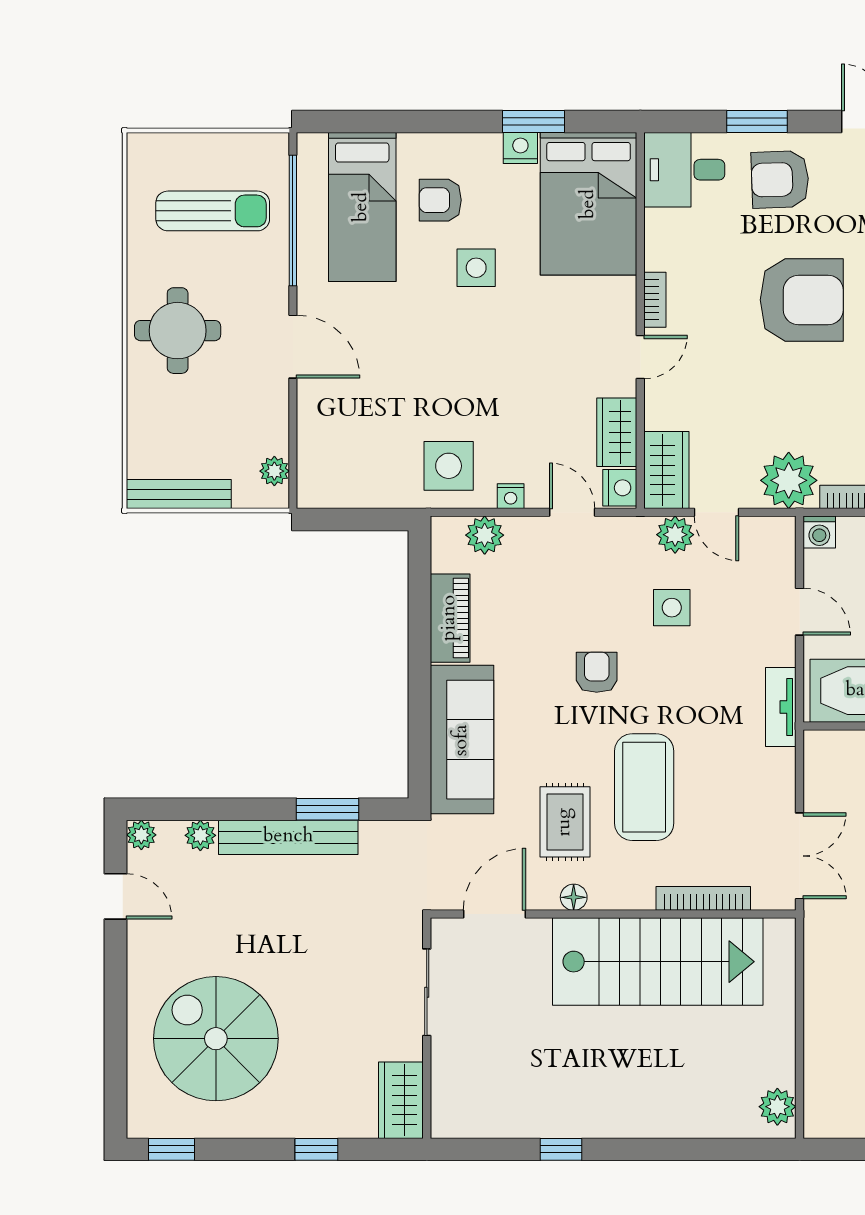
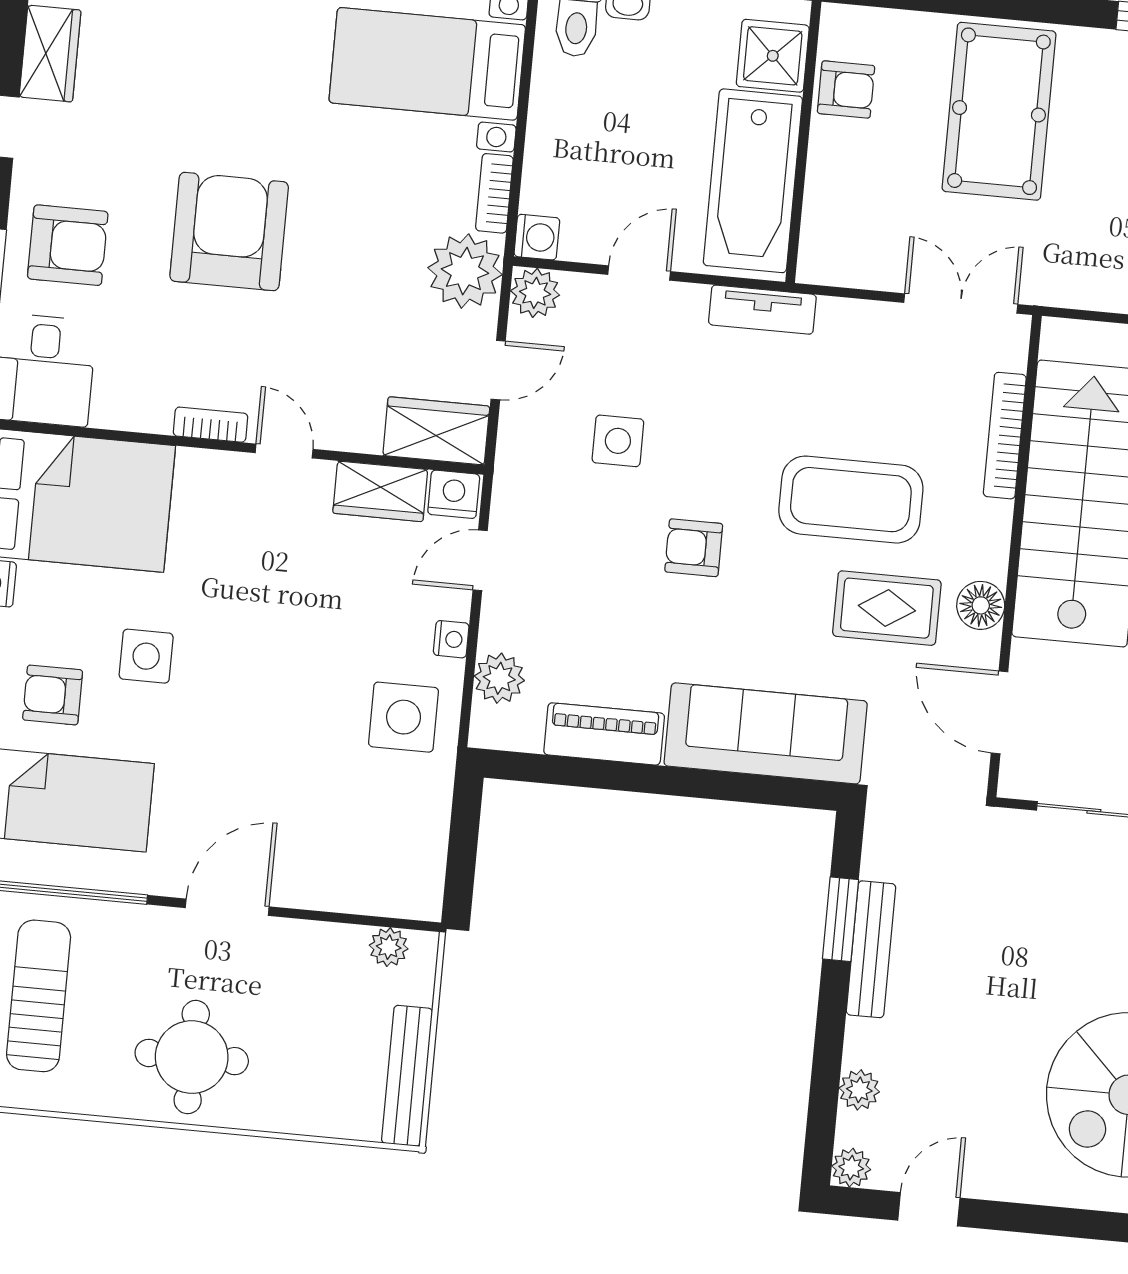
armchair: (780, 179) -> (68, 245), turned -88
armchair: (440, 200) -> (53, 695), turned 90
plant: (675, 535) -> (535, 293), moved
bench: (288, 837) -> (871, 949), width x0.73, depth x0.82
floor lamp: (574, 897) -> (981, 605), width x1.37, depth x1.37

